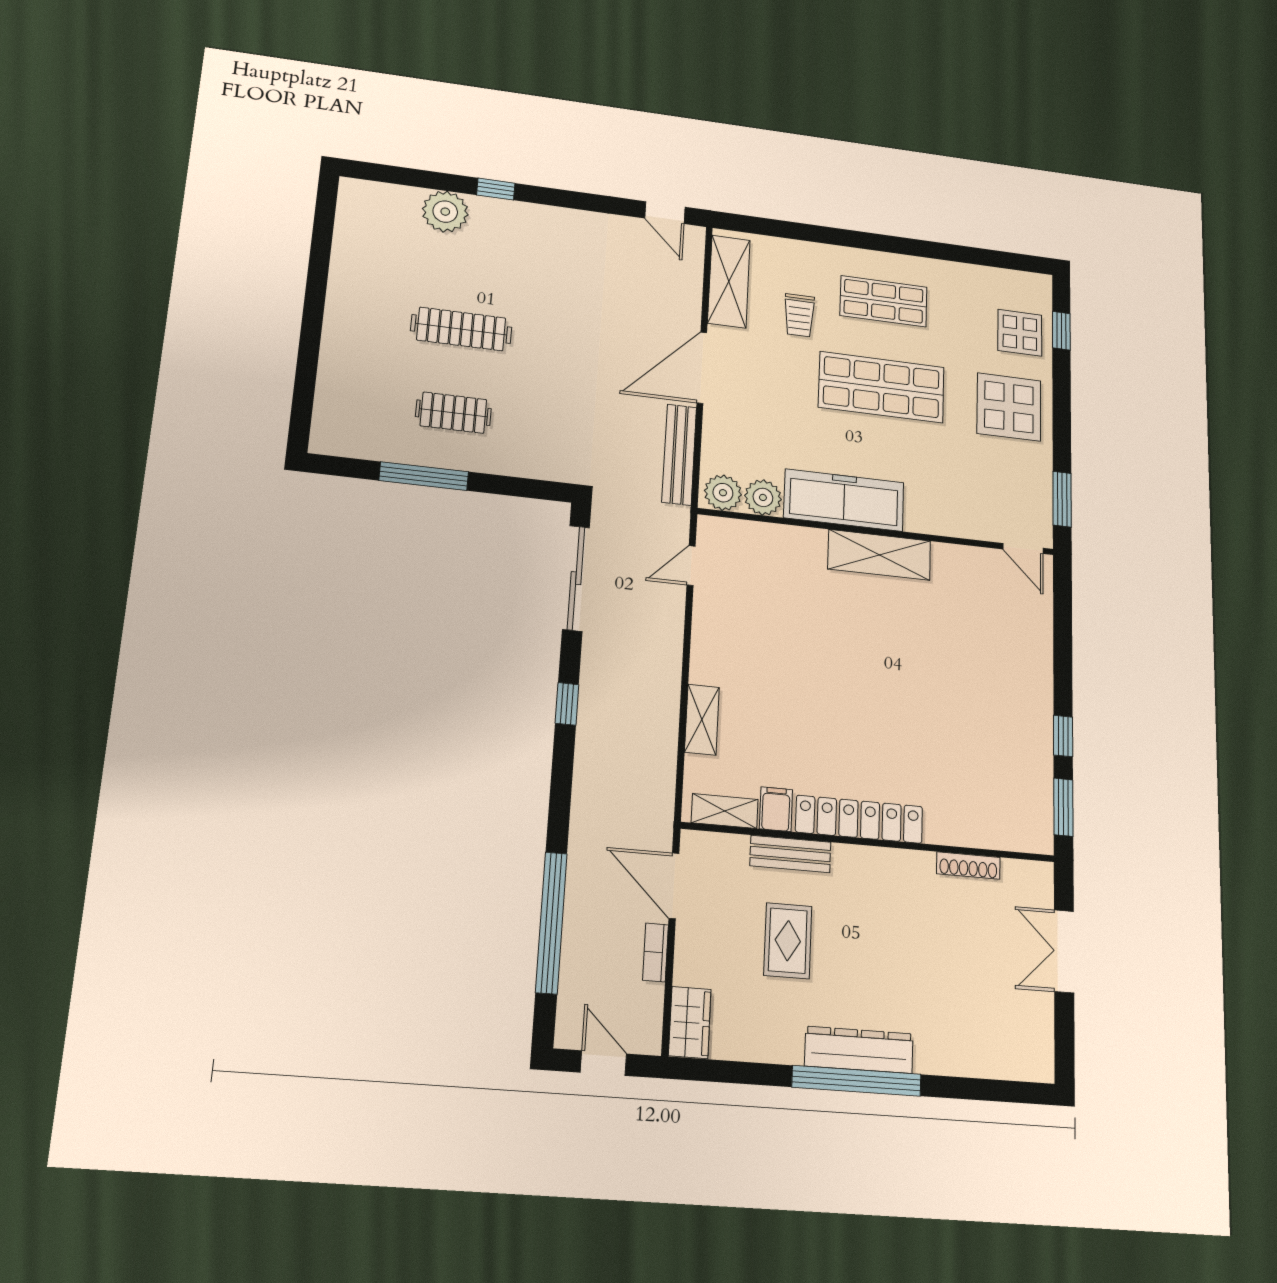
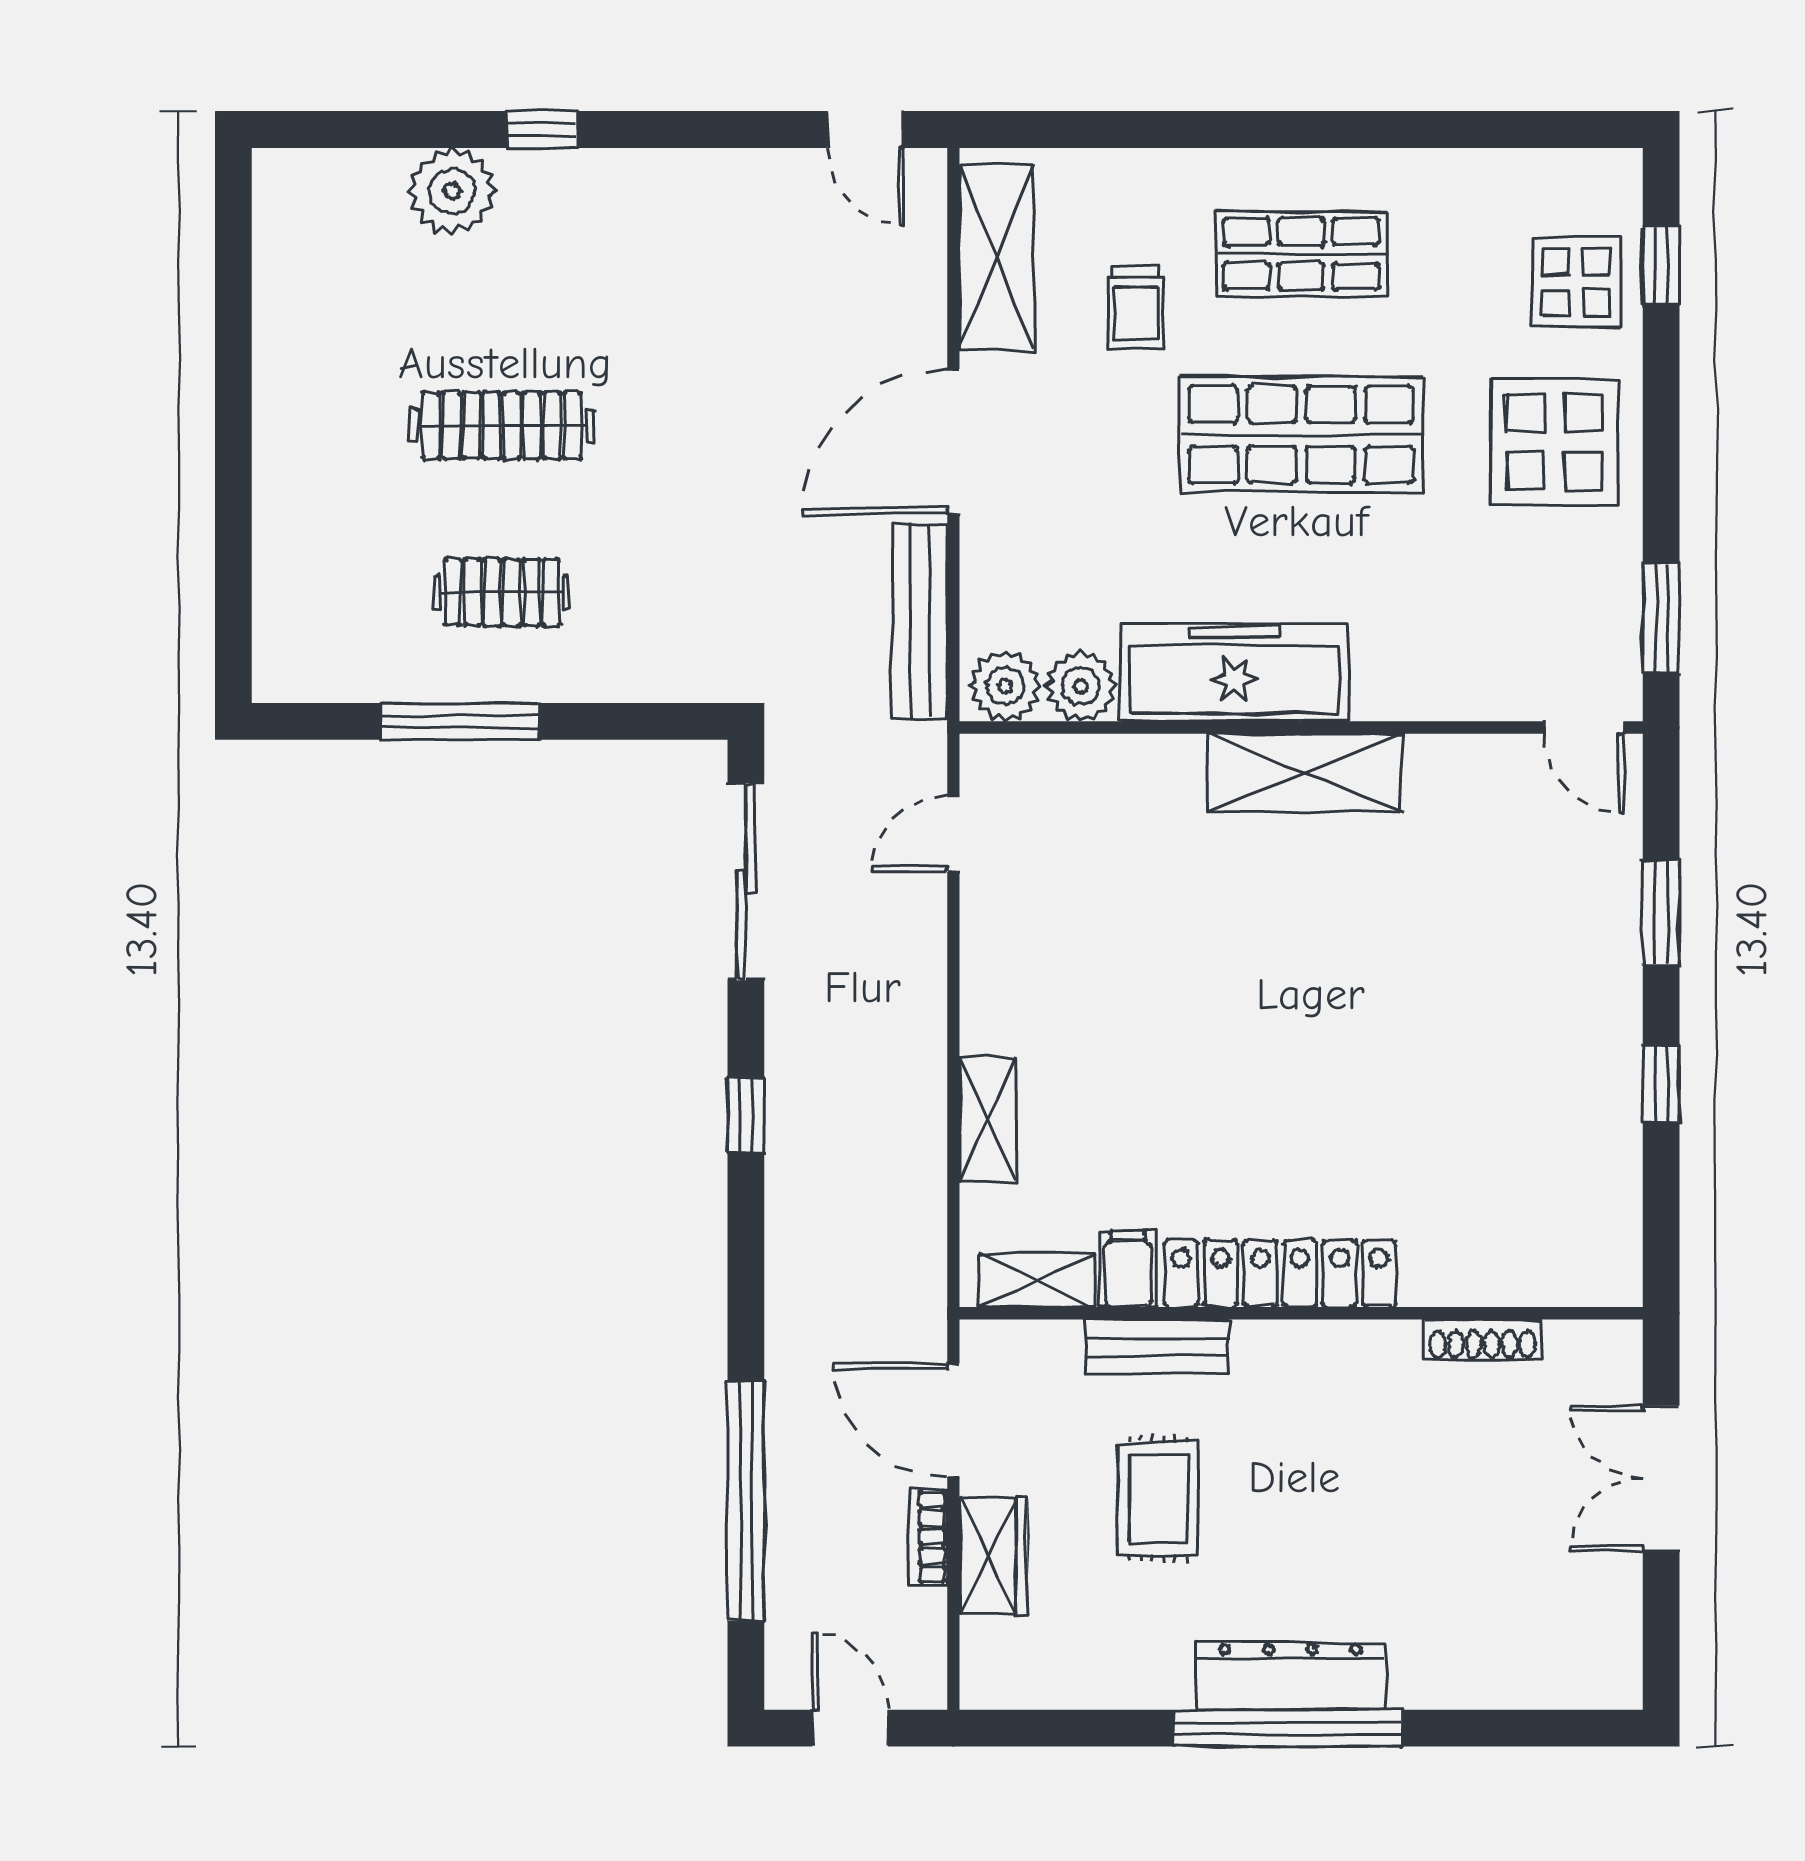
window: (1063, 807) -> (1661, 913), moved
wardrobe: (690, 1022) -> (993, 1556), moved

